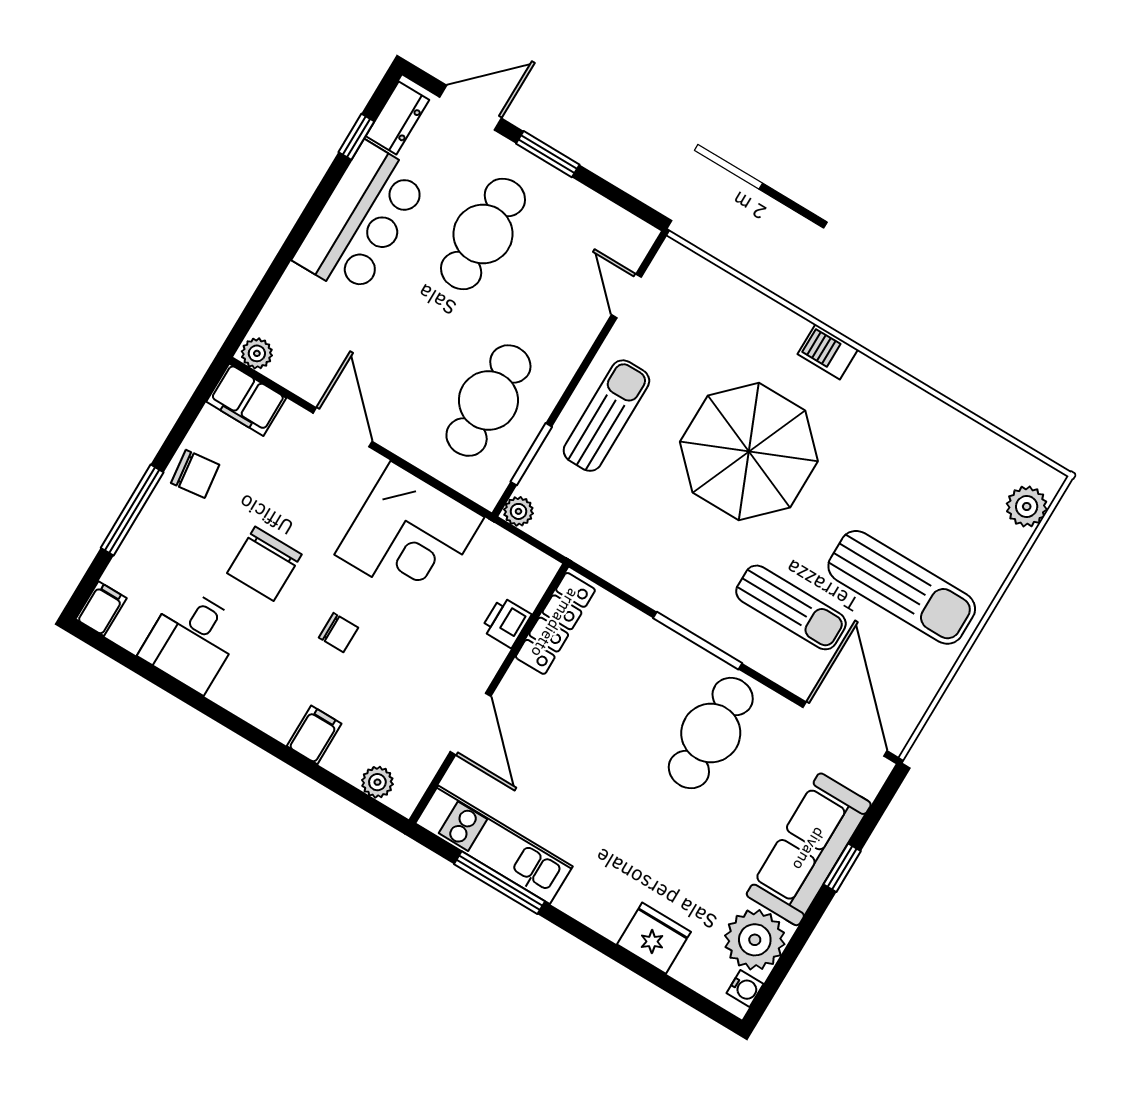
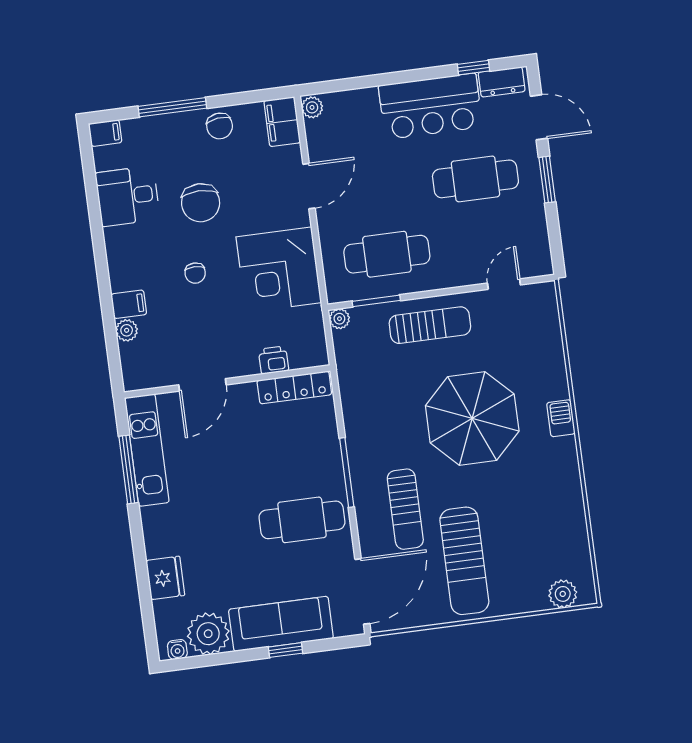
chair: (264, 564) -> (201, 203), turned -90
plant: (377, 782) -> (127, 330), moved

